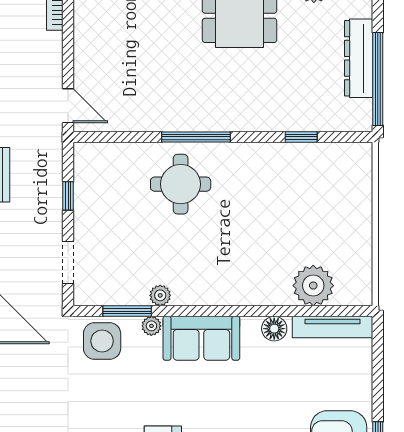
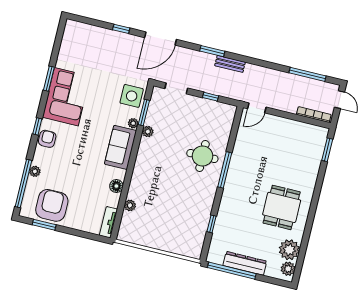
plant: (313, 286) -> (130, 205), width x0.53, depth x0.53
tv unit: (333, 327) -> (108, 222), width x0.71

